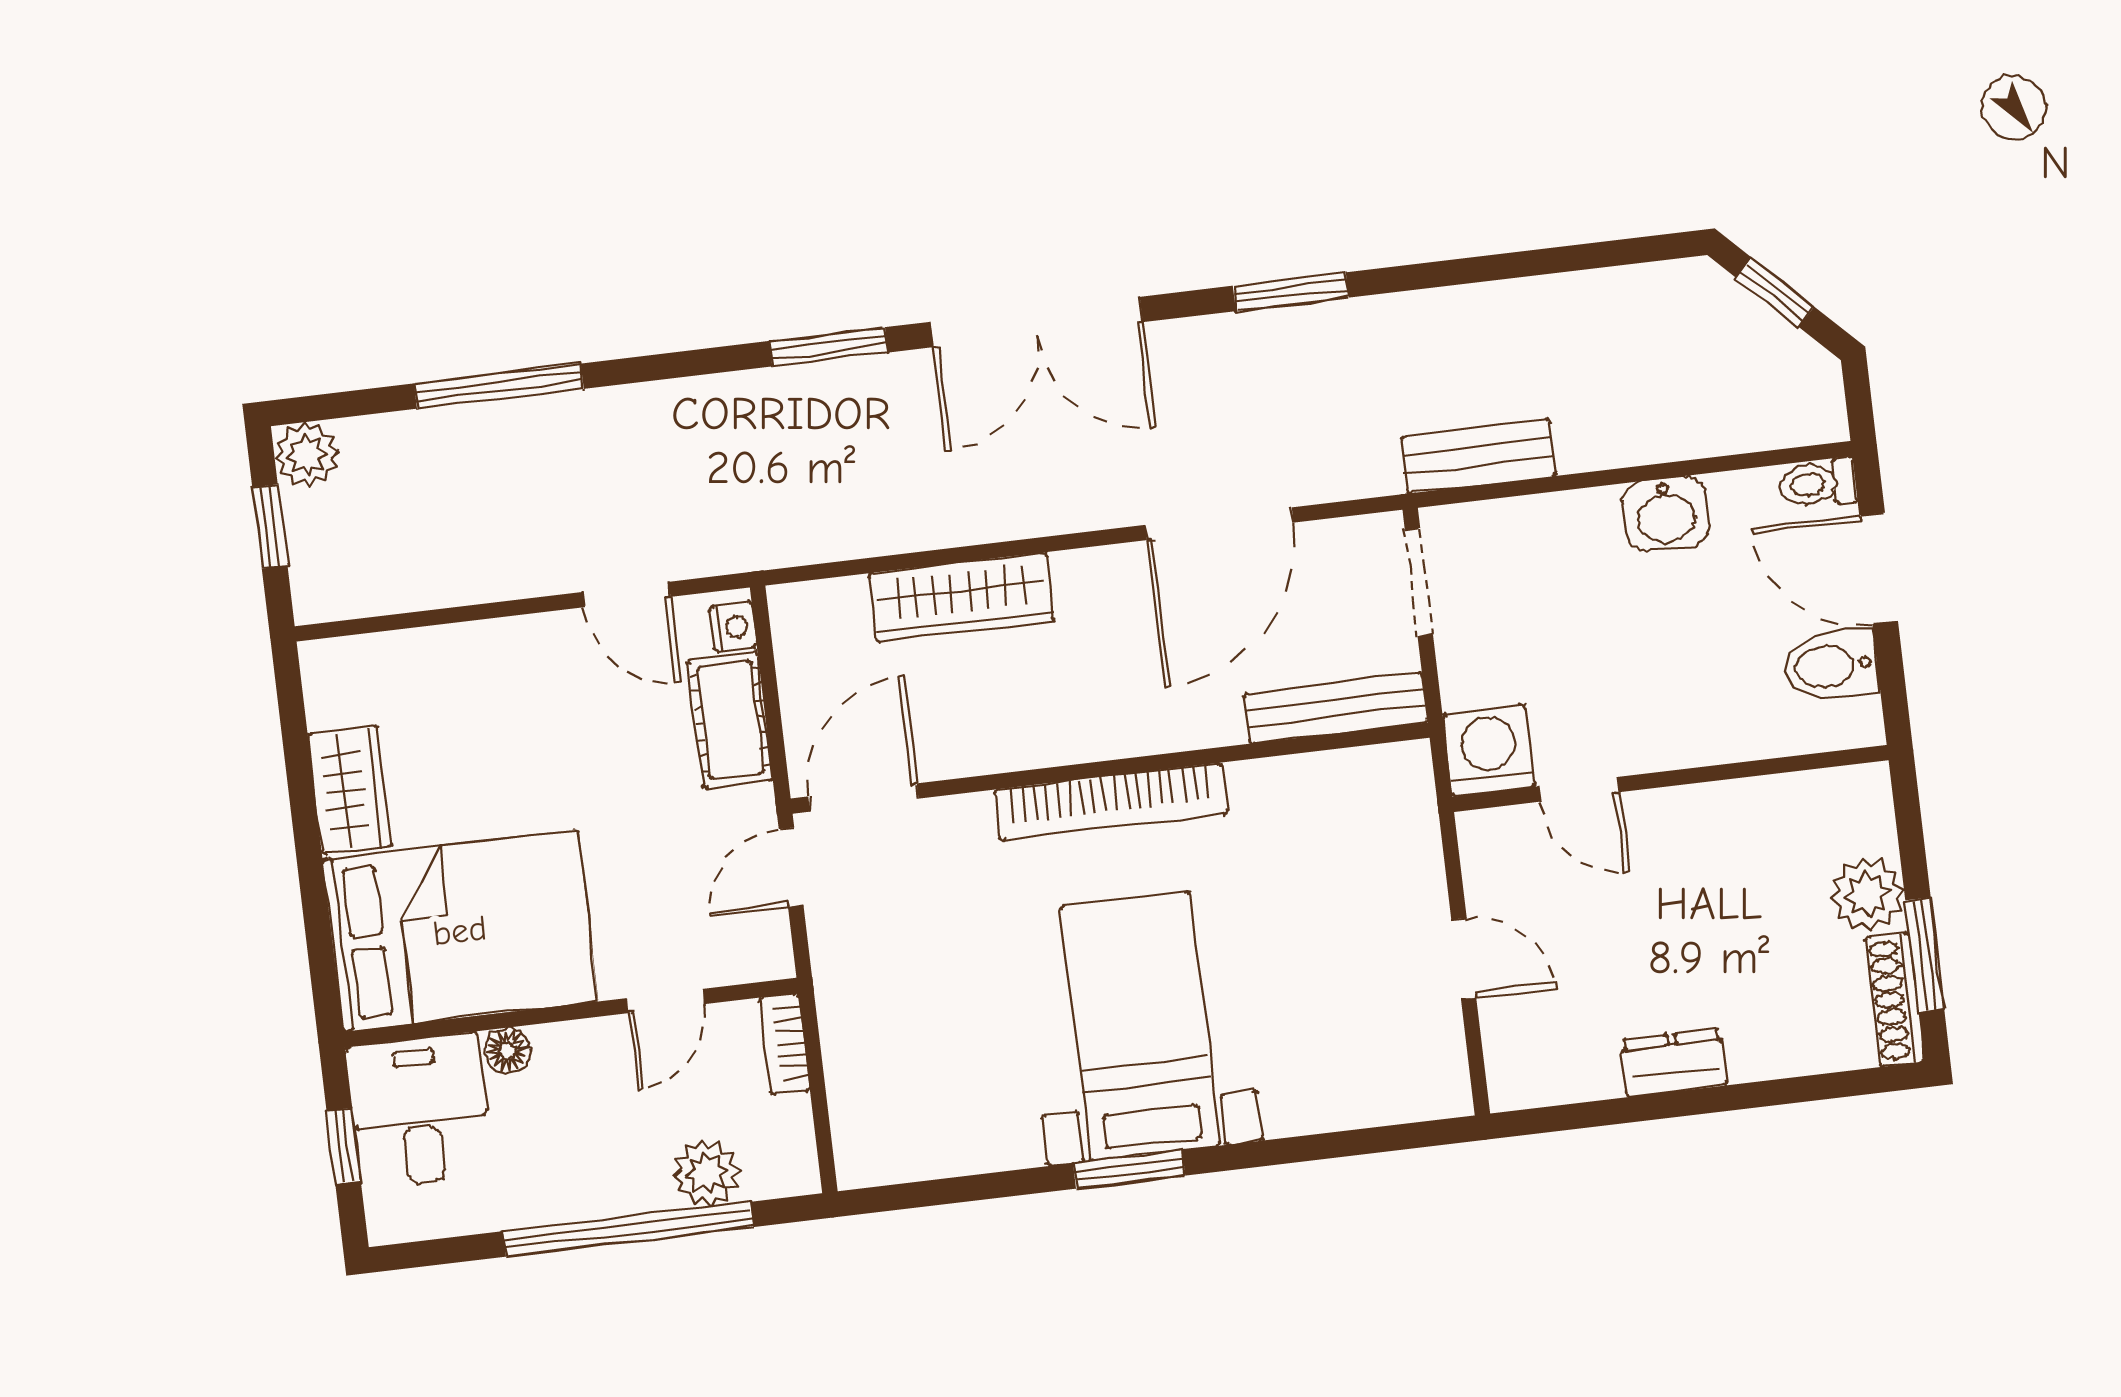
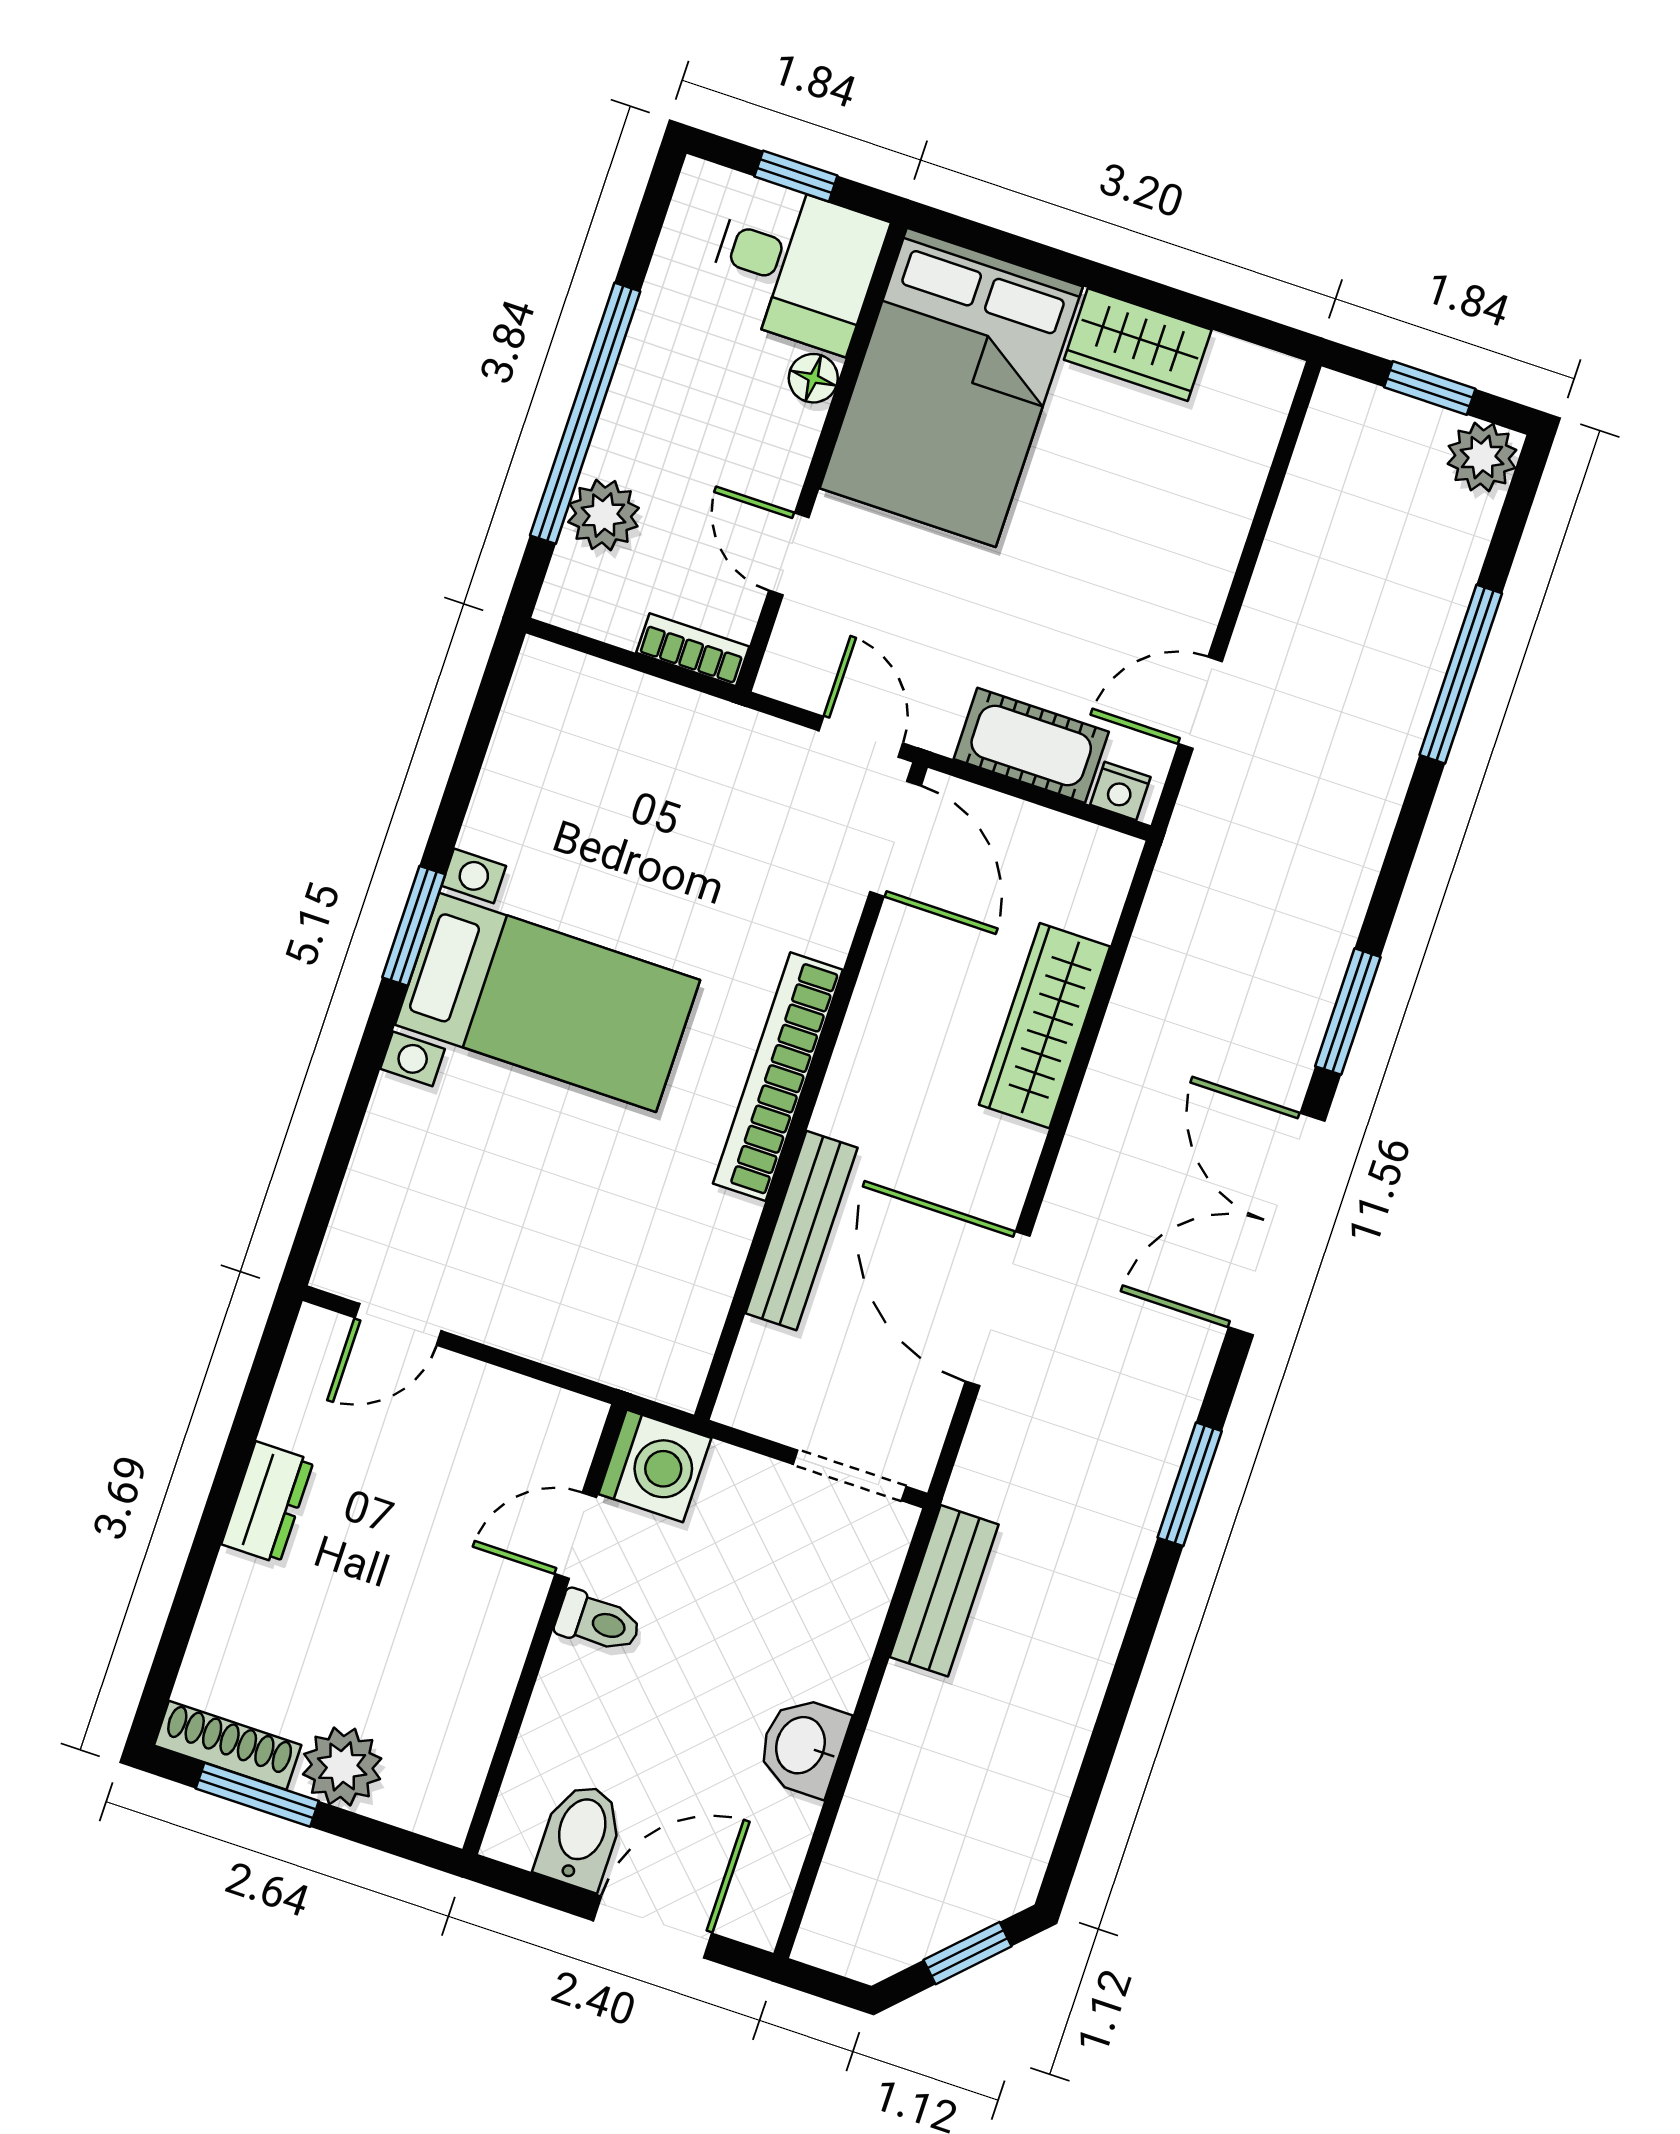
toilet: (1818, 483) -> (598, 1622), moved, turned 90
bench: (1336, 708) -> (801, 1230), moved
door: (1464, 959) -> (398, 1324), moved

